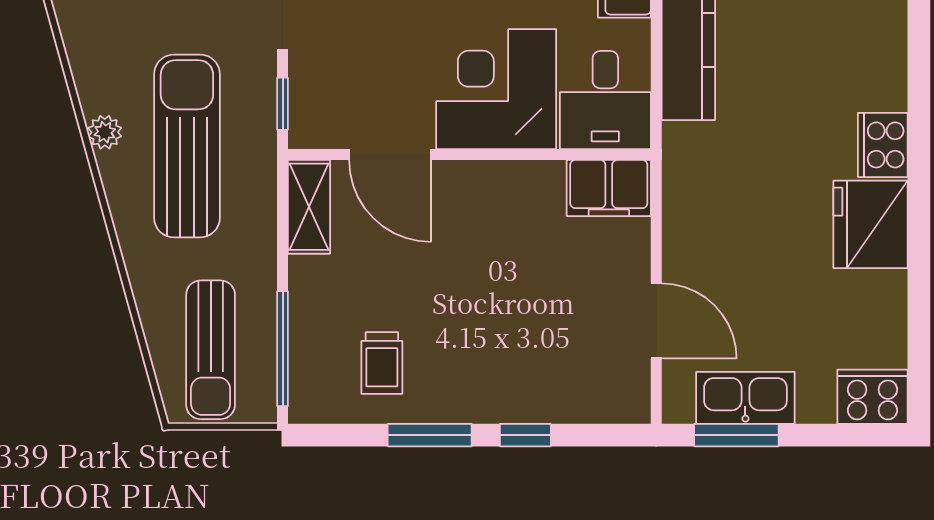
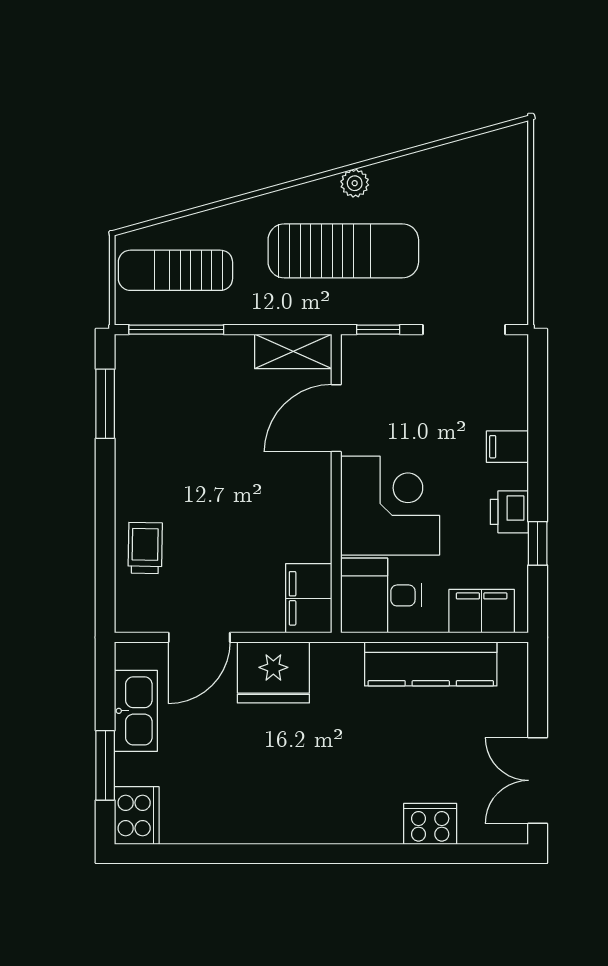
cooker: (883, 145) -> (430, 824), moved
fridge: (870, 224) -> (273, 672), moved, turned 180
trolley: (382, 363) -> (145, 548), moved, turned 91
window: (430, 435) -> (105, 404), moved
window: (525, 435) -> (105, 530), removed
window: (736, 435) -> (105, 765), moved

